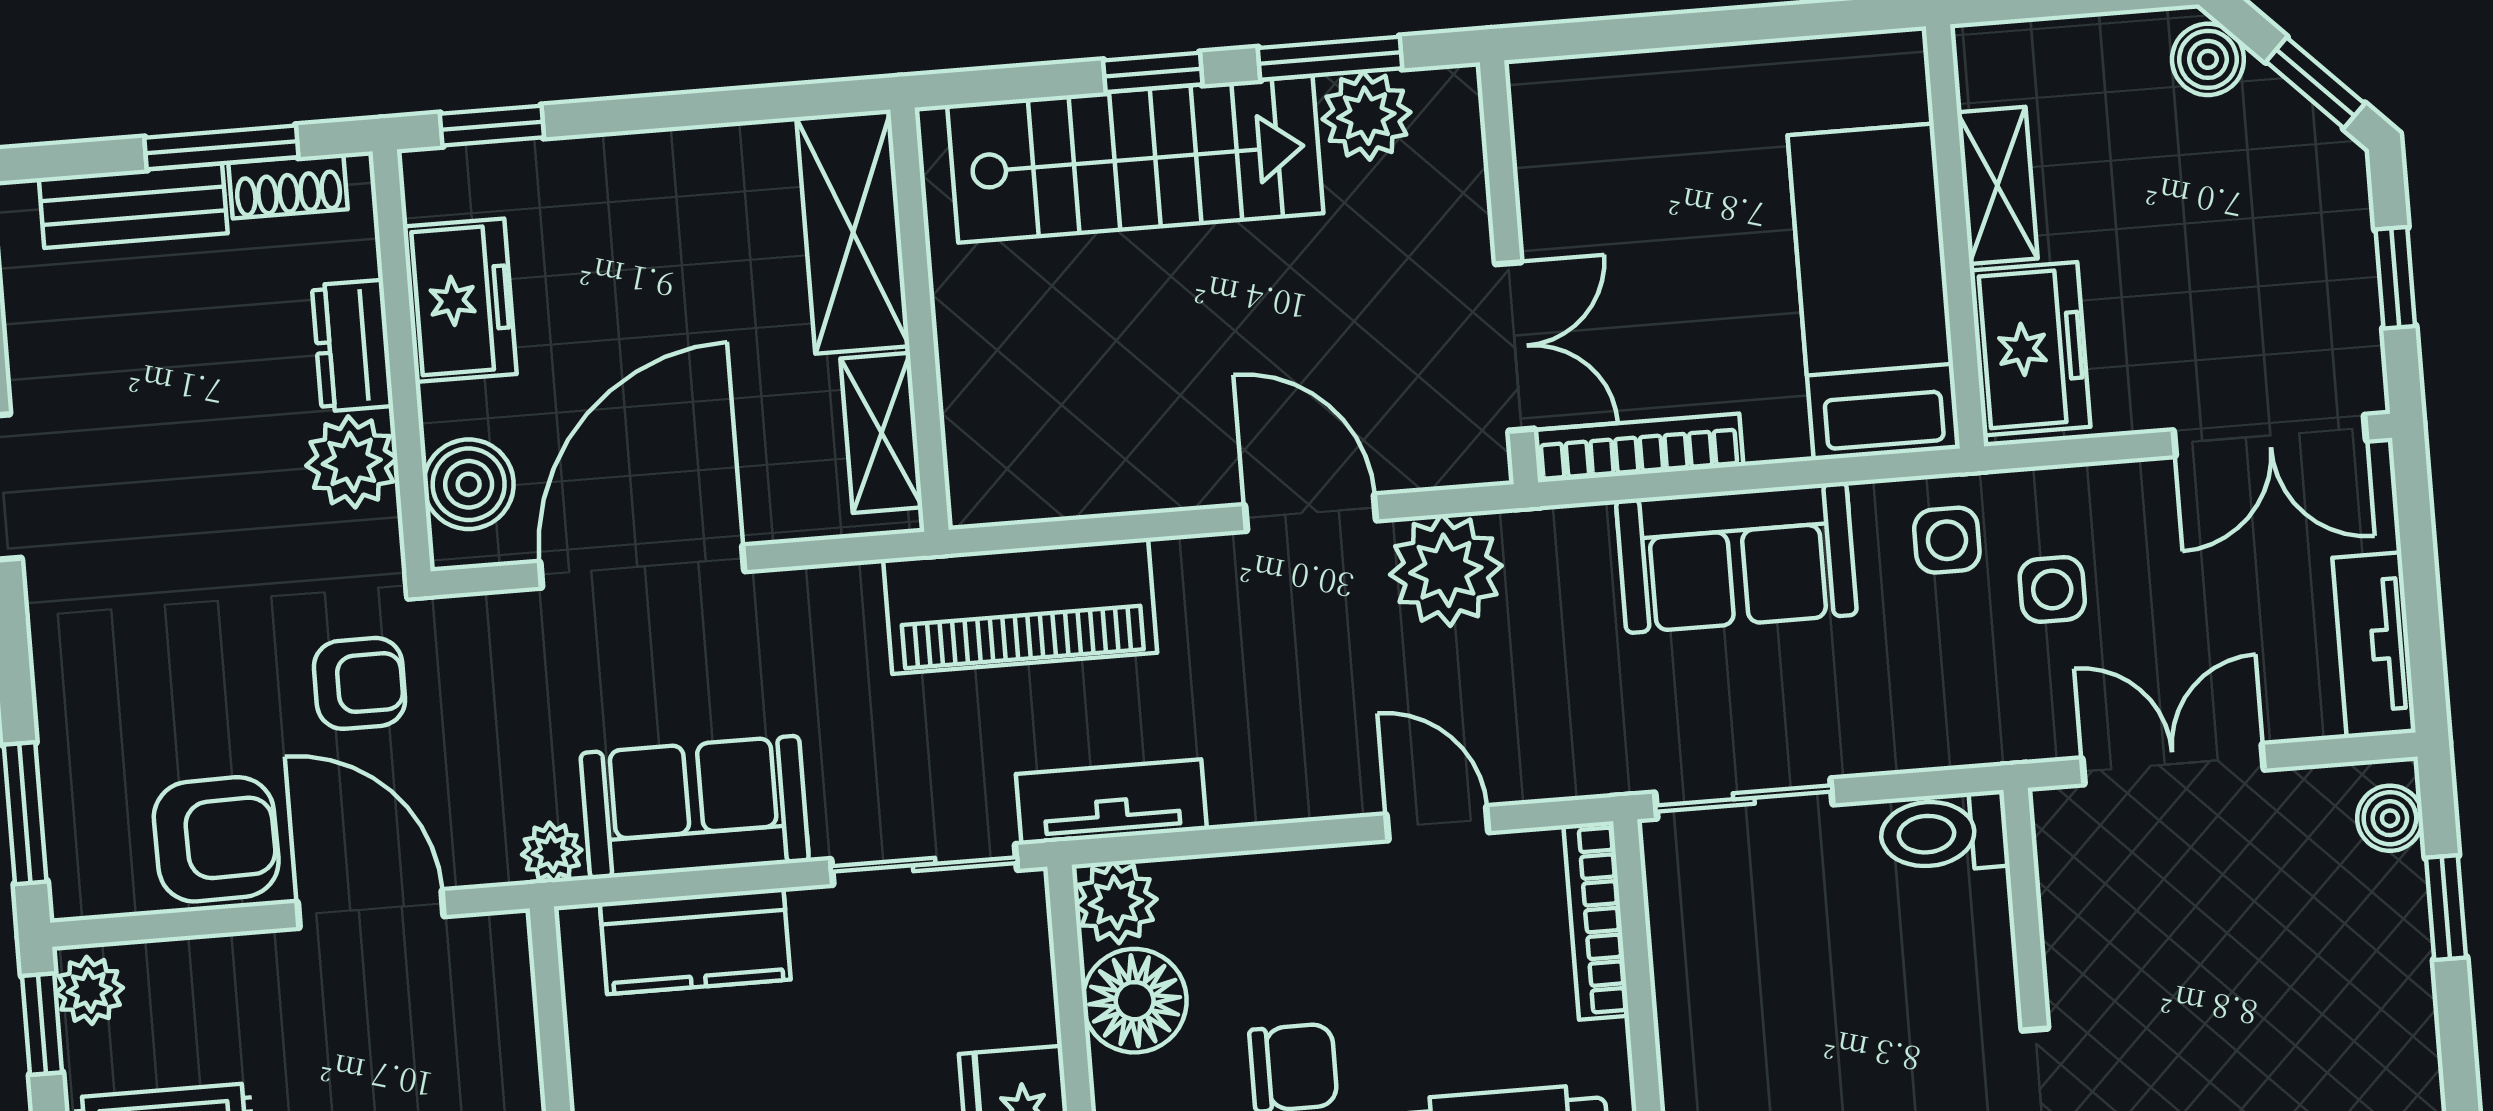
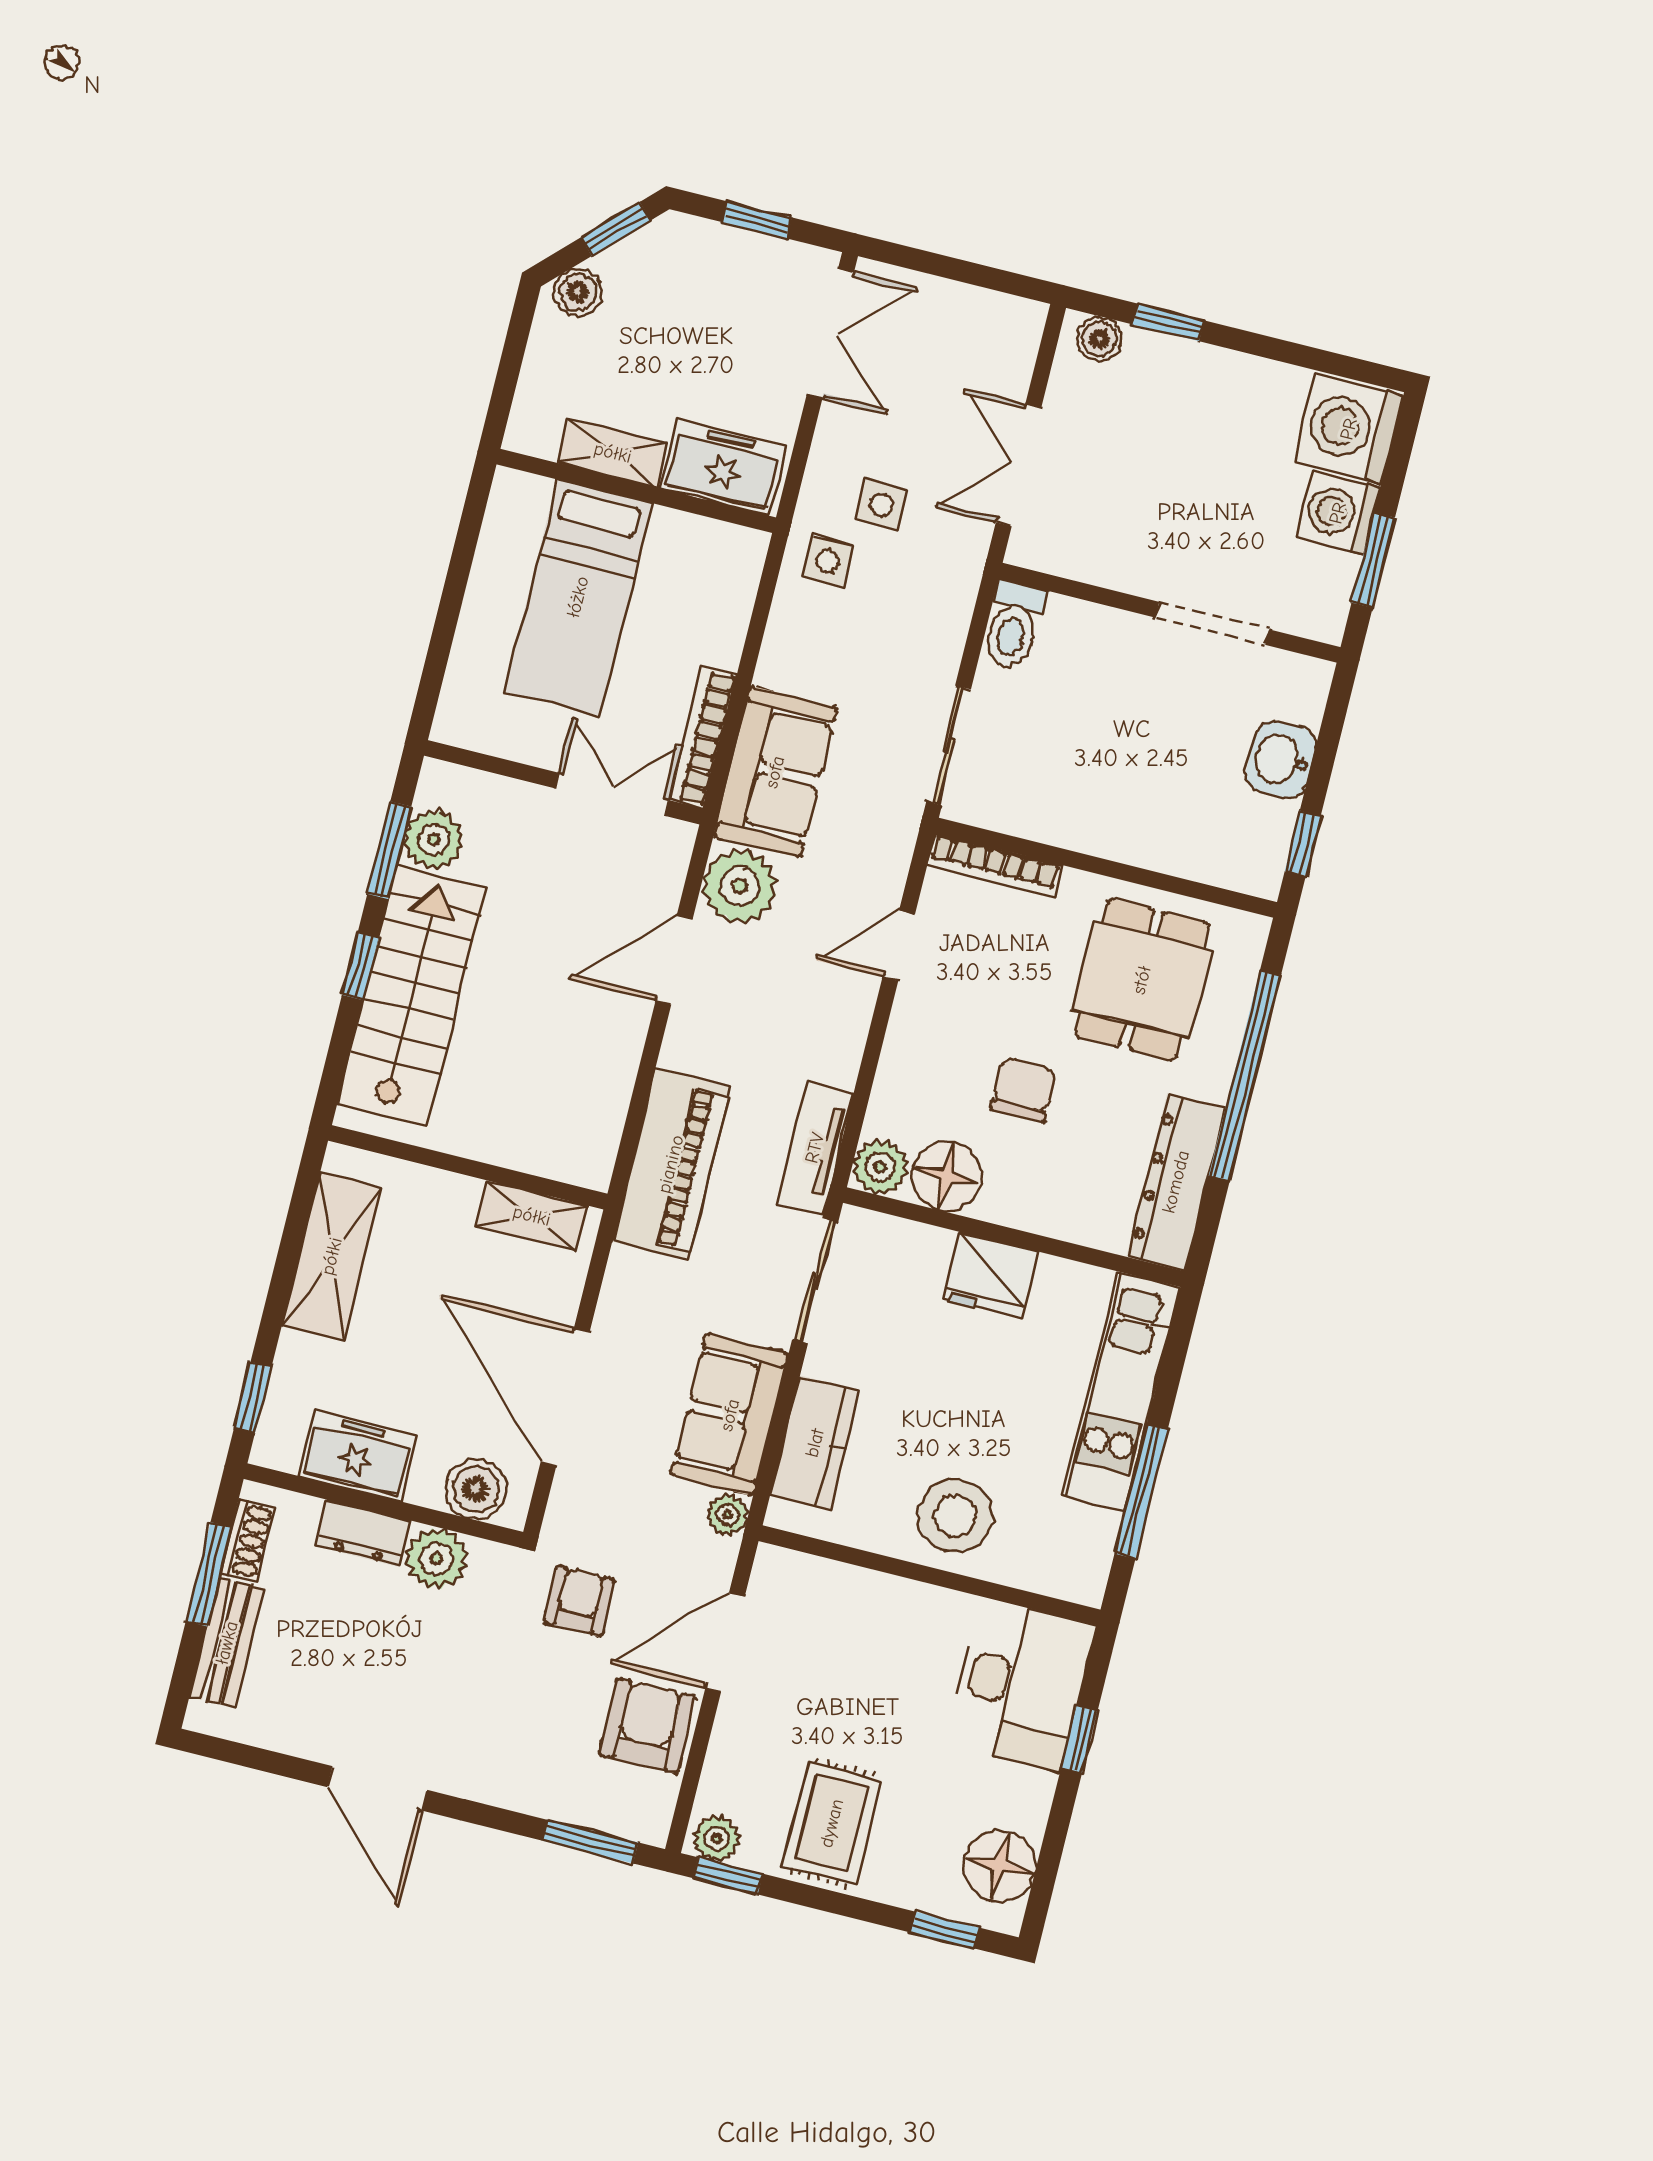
shelving: (853, 232) -> (332, 1256), moved, turned 90
bed: (1874, 292) -> (578, 597), moved, turned -90
sofa: (1736, 557) -> (775, 772), moved
tv unit: (2374, 645) -> (986, 312), removed

